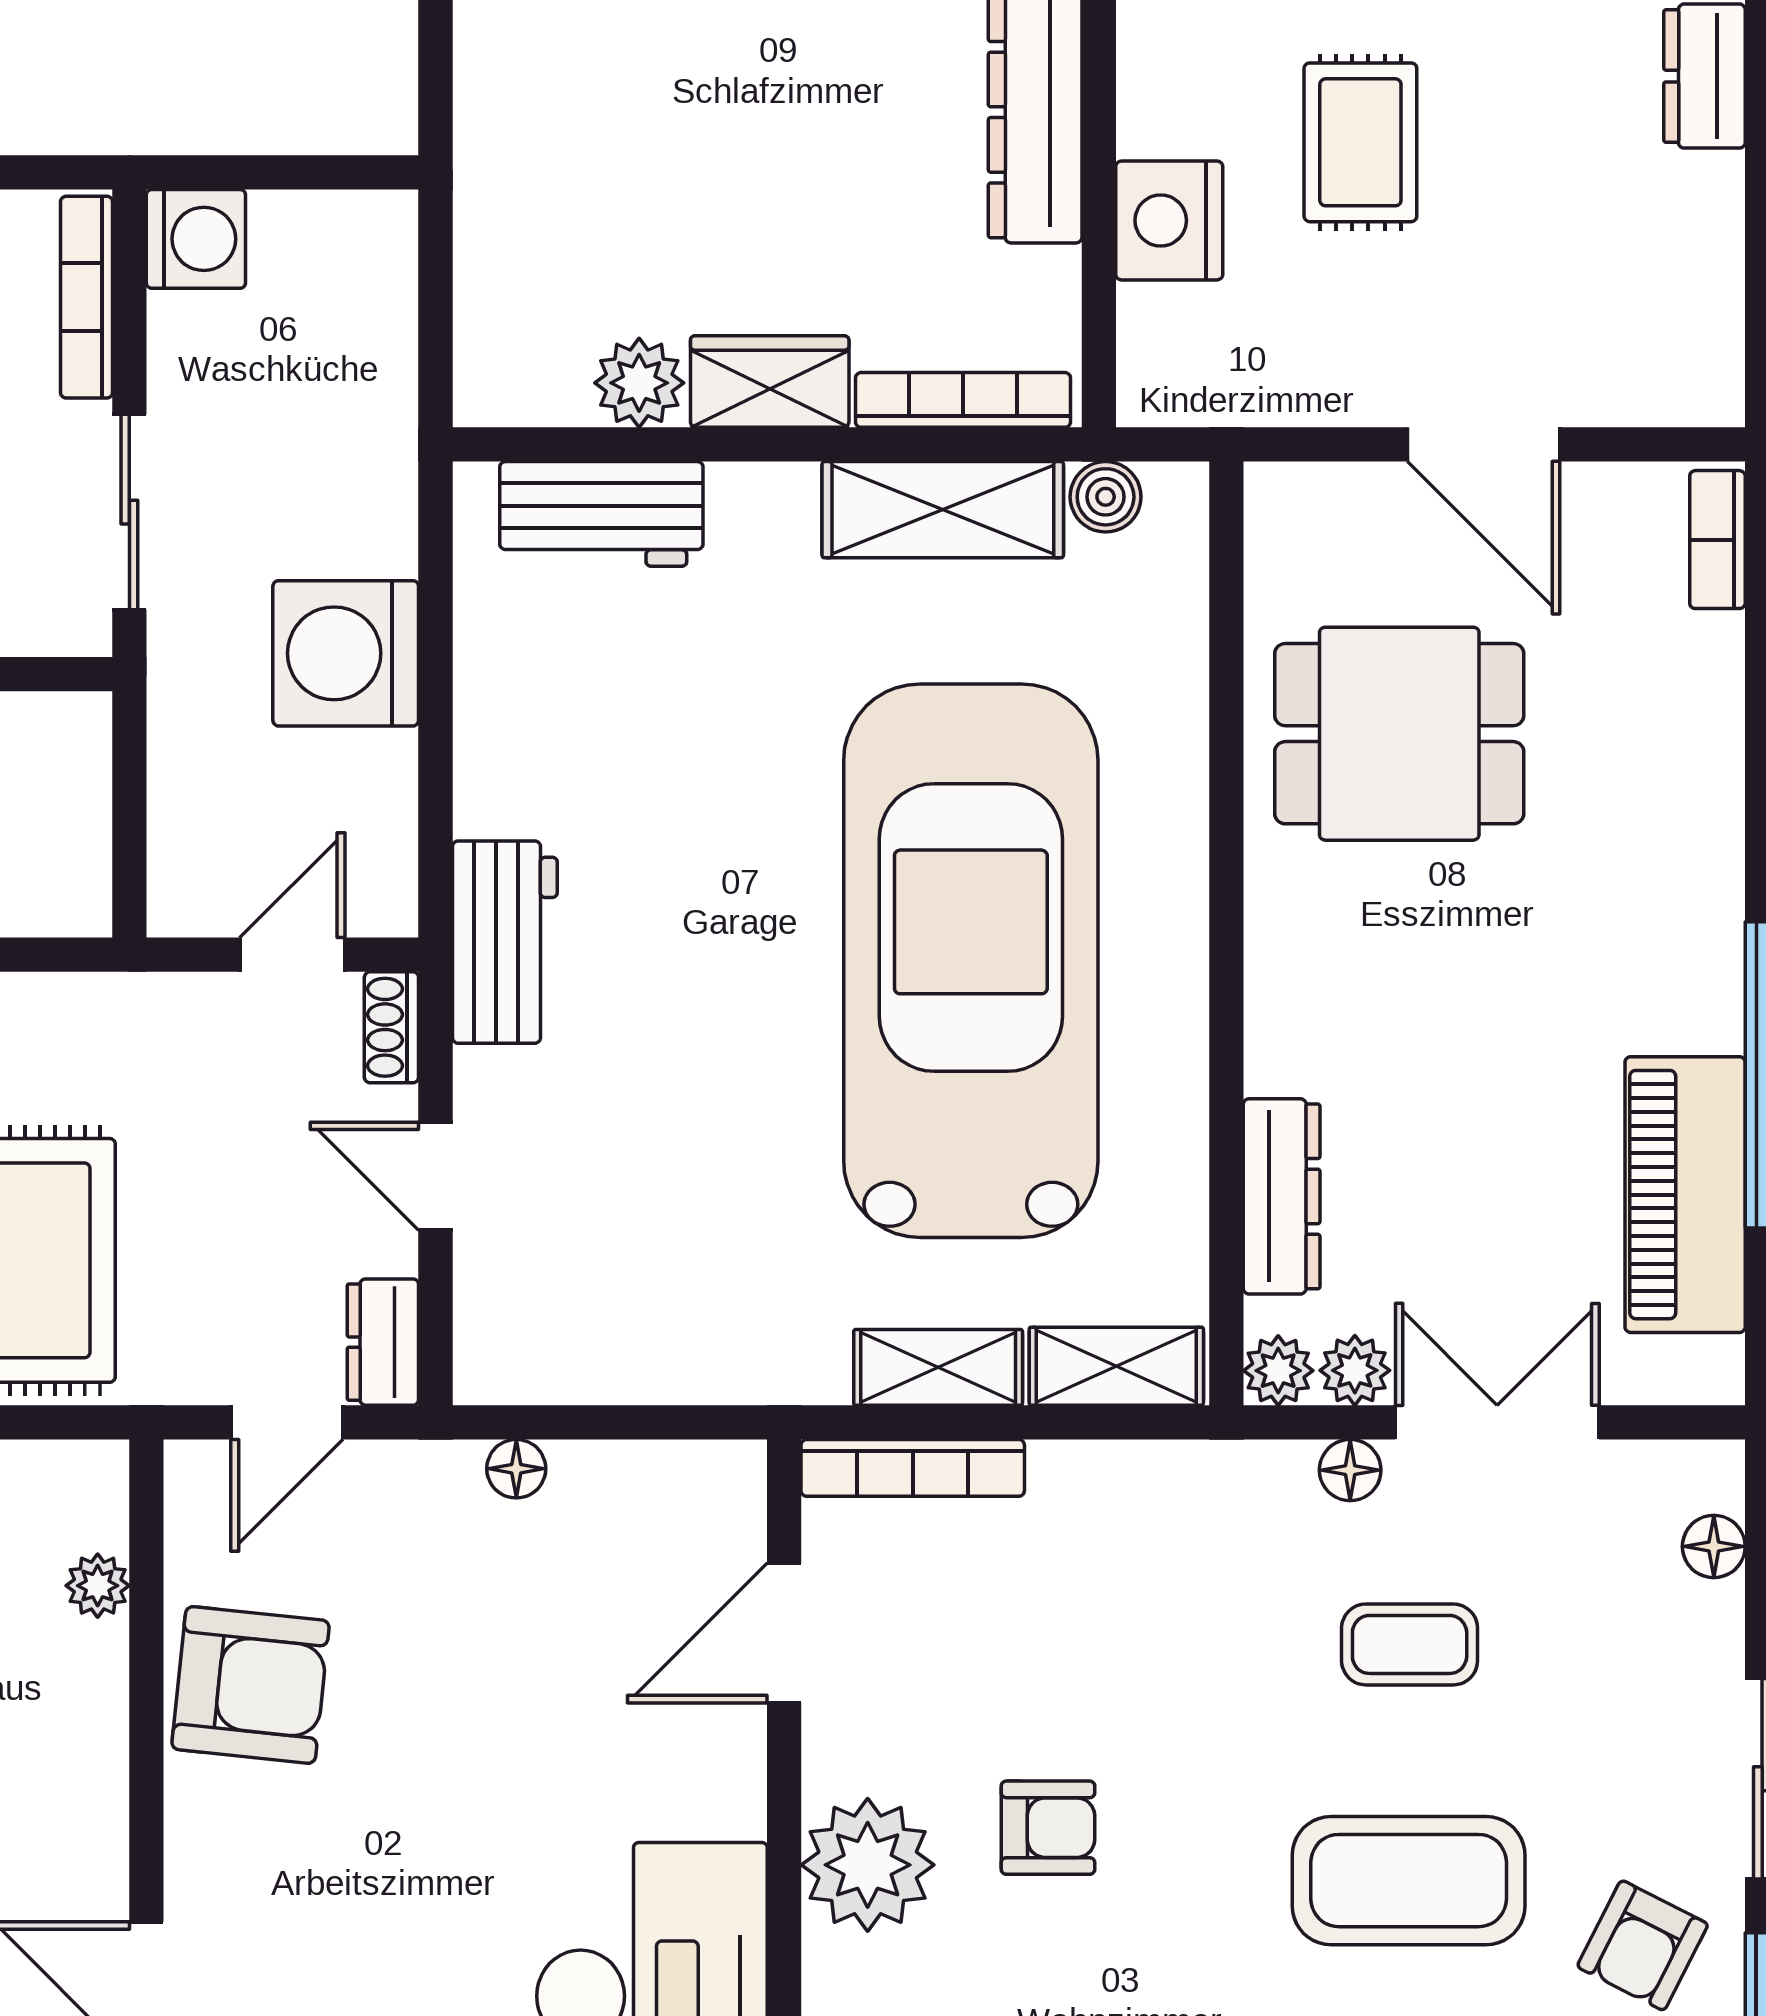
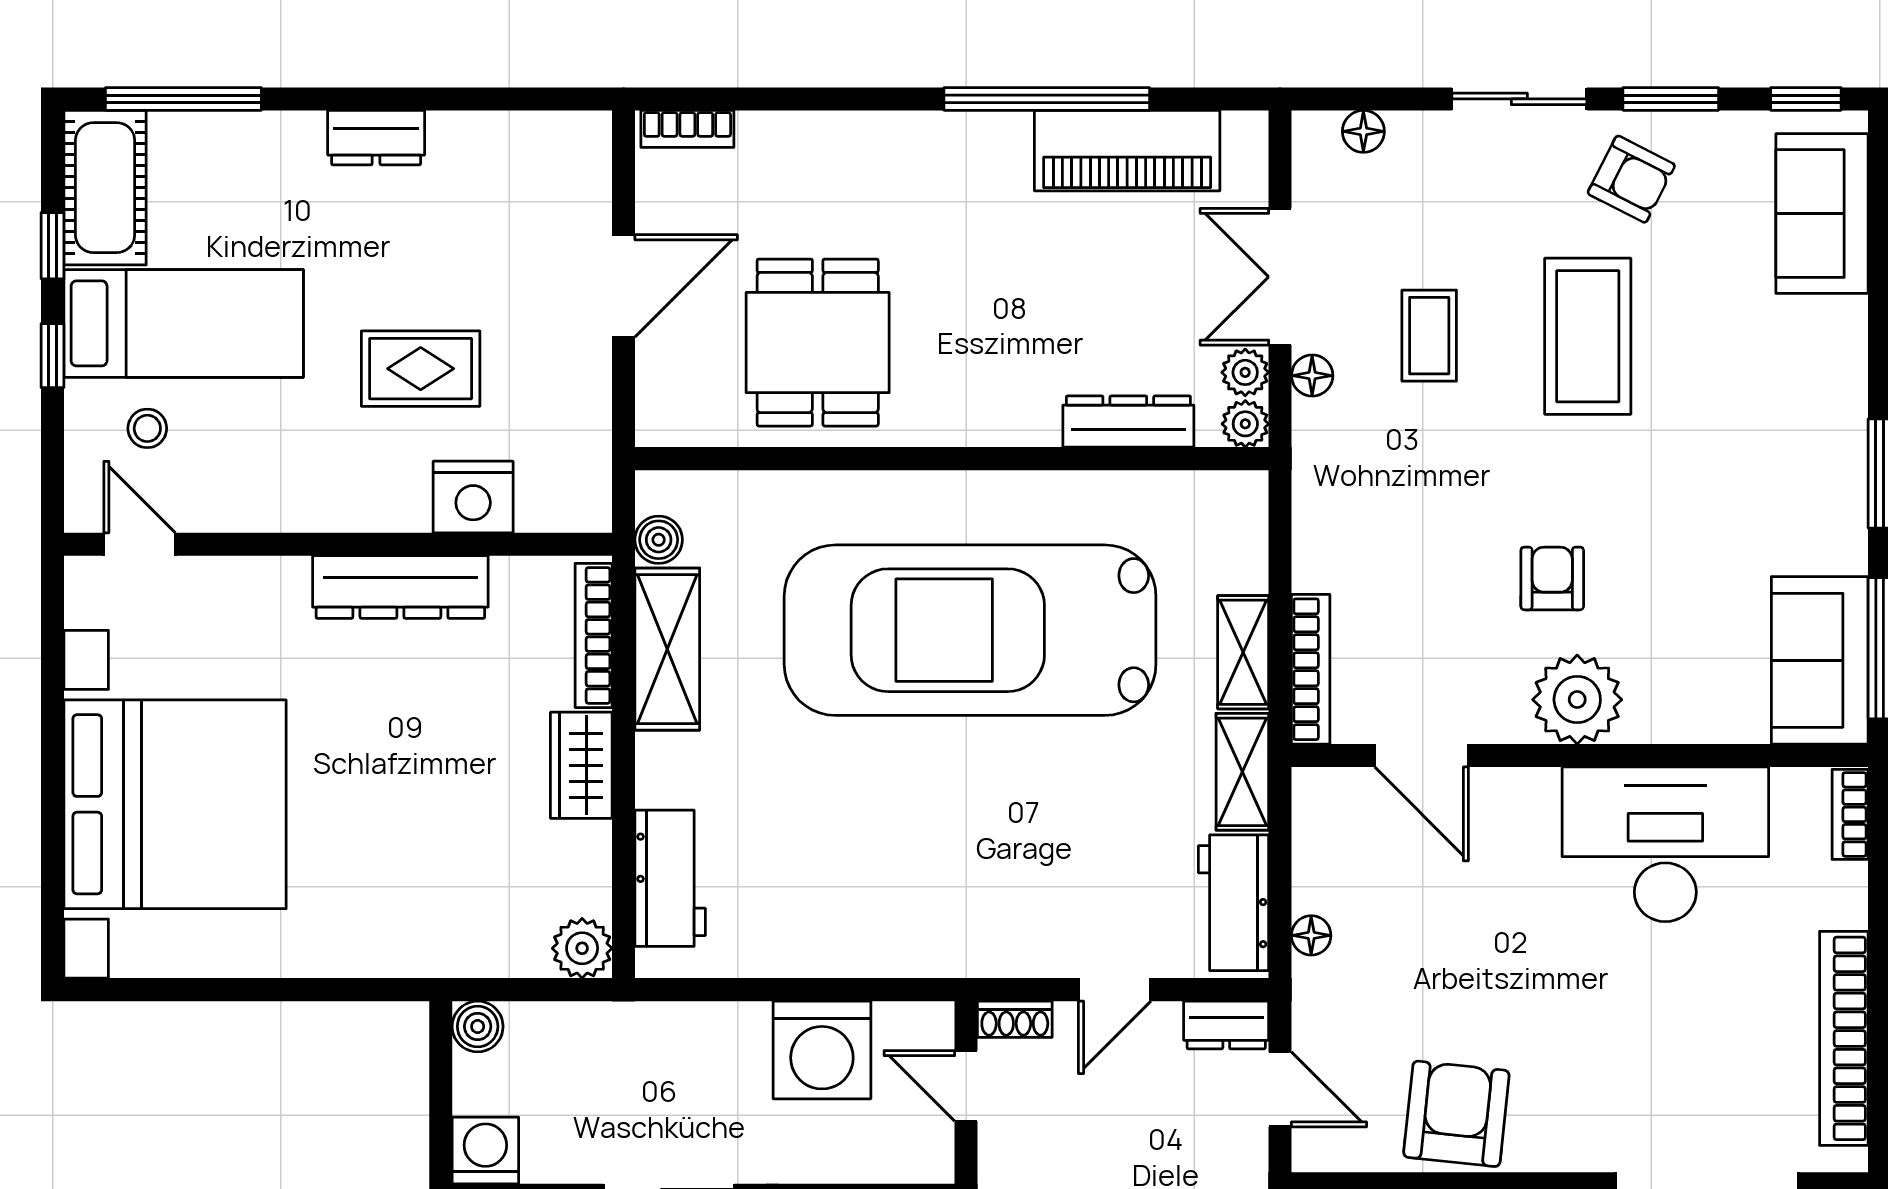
boiler: (381, 227) -> (478, 1026), added
plant: (639, 383) -> (582, 948), moved
washing machine: (346, 653) -> (822, 1050), moved
workbench: (505, 942) -> (1234, 903), moved, turned -90
shelving: (1116, 1366) -> (1242, 772), moved

